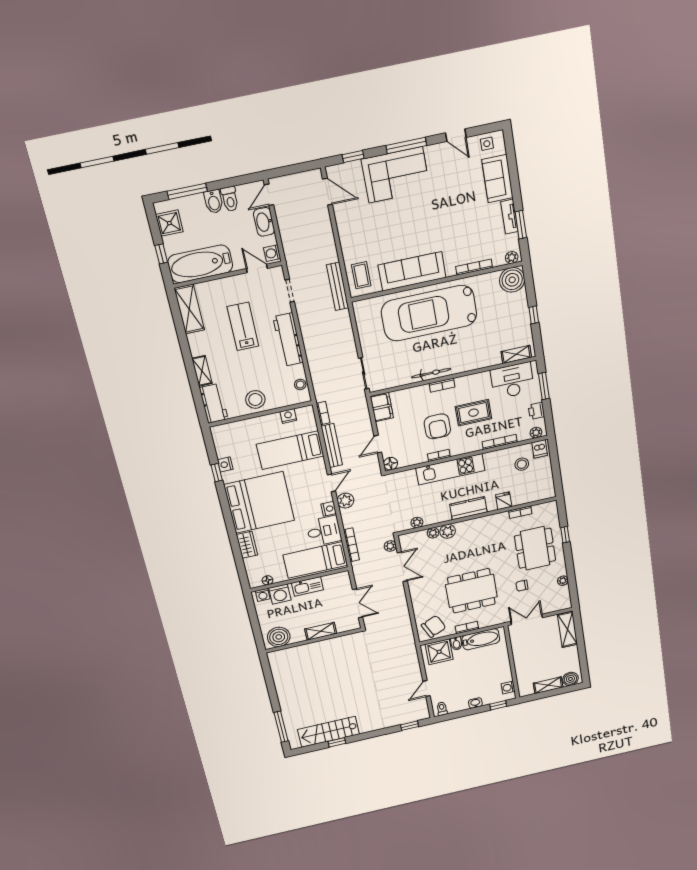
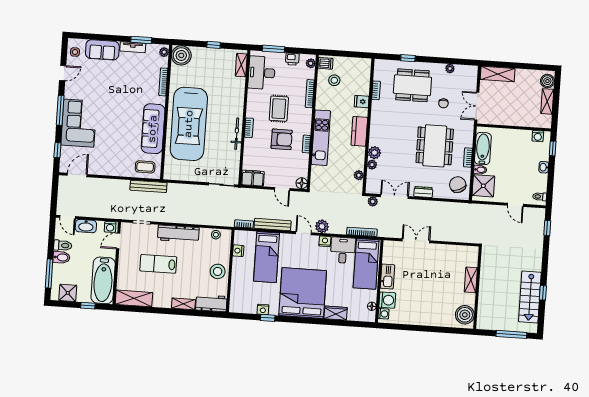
dresser: (416, 595) -> (423, 192), added
shelving: (321, 631) -> (471, 280), moved
boiler: (279, 637) -> (465, 315), moved
wall: (314, 640) -> (477, 288), moved

